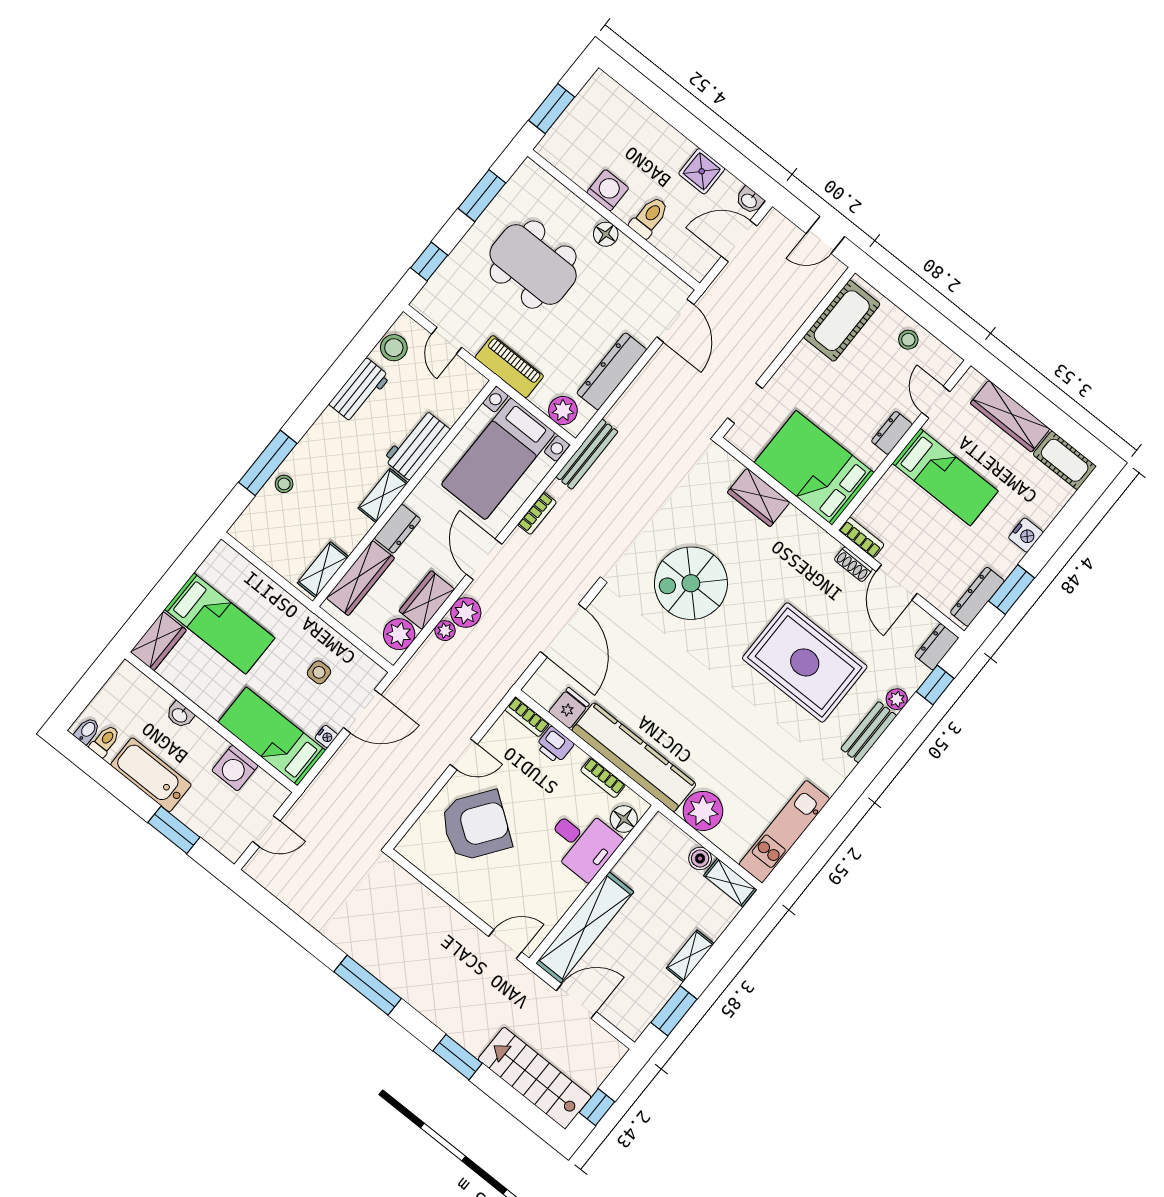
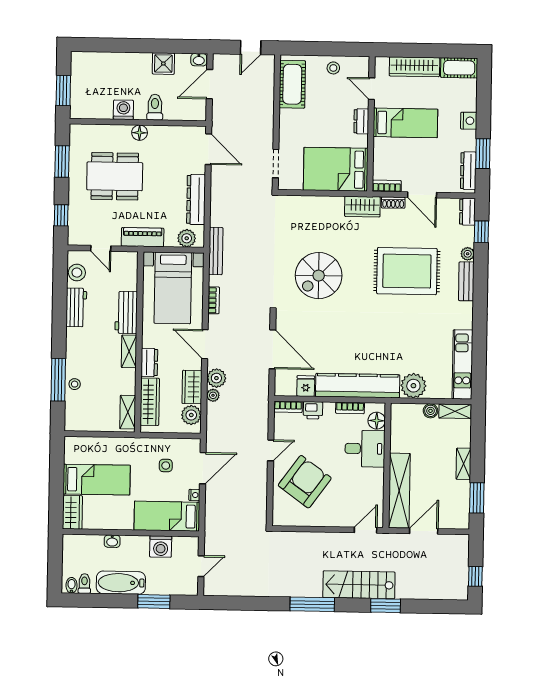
wardrobe: (759, 497) -> (362, 207), moved
stairs: (535, 1078) -> (359, 585), moved

